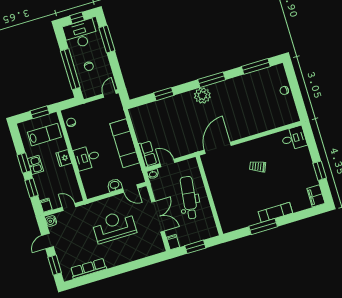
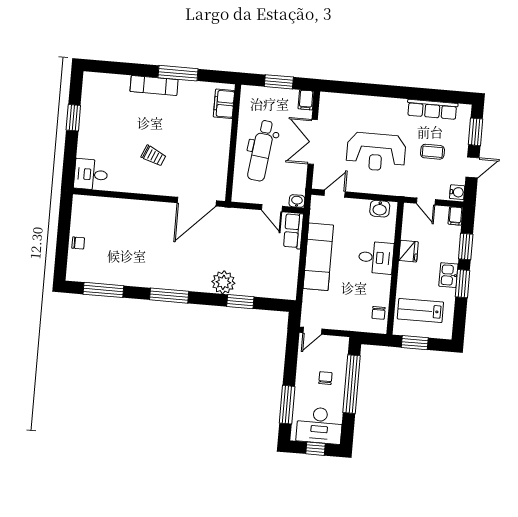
plant: (202, 95) -> (223, 282), moved
fridge: (64, 158) -> (408, 251), moved
washbasin: (115, 185) -> (380, 209), moved
door: (130, 189) -> (335, 194), hinge flipped
filing cabinet: (316, 196) -> (224, 104), moved, turned 180
coffee table: (77, 241) -> (432, 152), added

